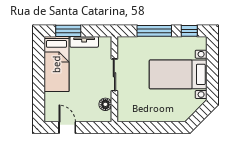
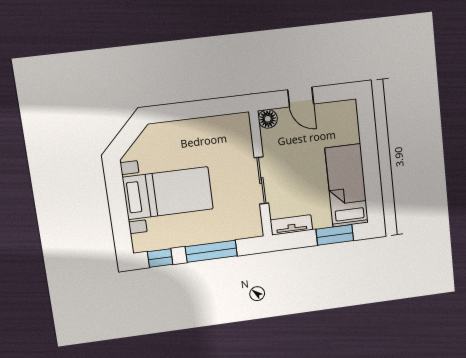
tv unit: (84, 42) -> (291, 225), moved
floor lamp: (105, 104) -> (268, 119), moved
door: (67, 127) -> (301, 97), moved

